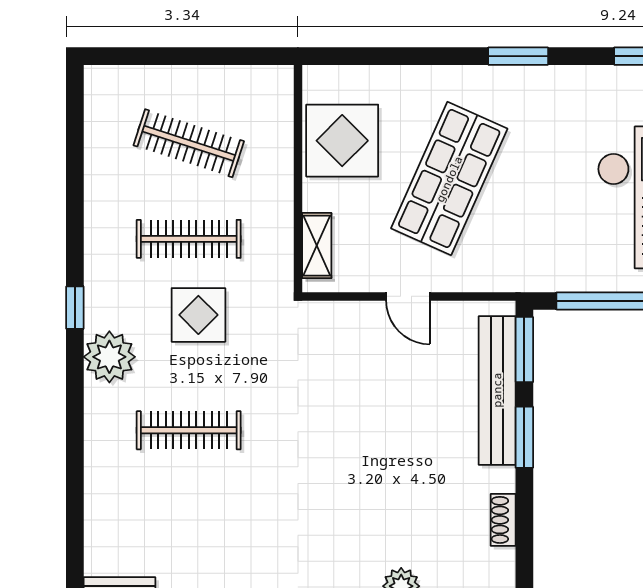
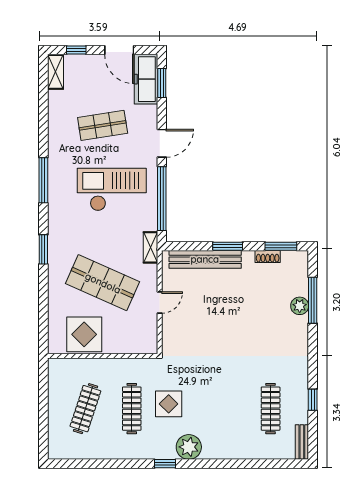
shelving: (317, 246) -> (150, 247), moved, turned 90
window: (524, 350) -> (281, 246), moved
clothes rail: (189, 430) -> (271, 409), moved

